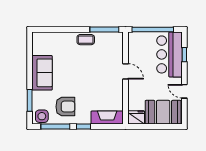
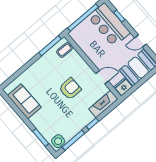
coffee table: (86, 40) -> (64, 50), moved
door: (125, 71) -> (102, 77), moved
sofa: (42, 73) -> (24, 101), moved
armchair: (65, 107) -> (70, 89), moved

